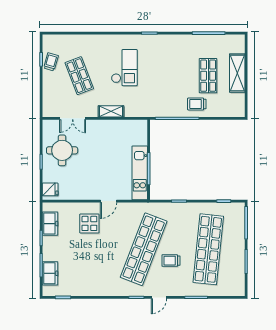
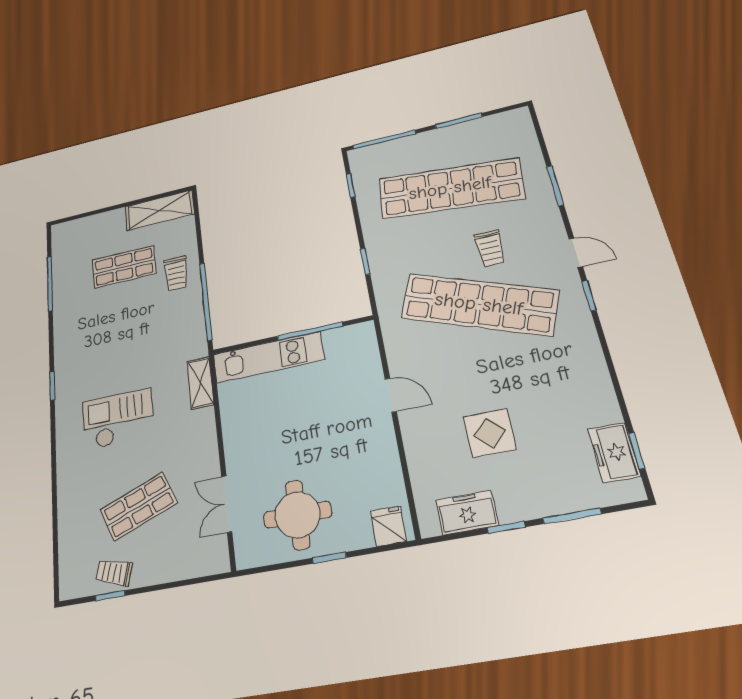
shelving: (237, 73) -> (160, 210), moved
shelving: (111, 111) -> (200, 383), moved
double door: (73, 118) -> (227, 504), swing flipped
kitchen unit: (140, 173) -> (268, 357), moved
display table: (89, 223) -> (490, 433), moved
freezer: (50, 273) -> (614, 452), moved, turned -90

